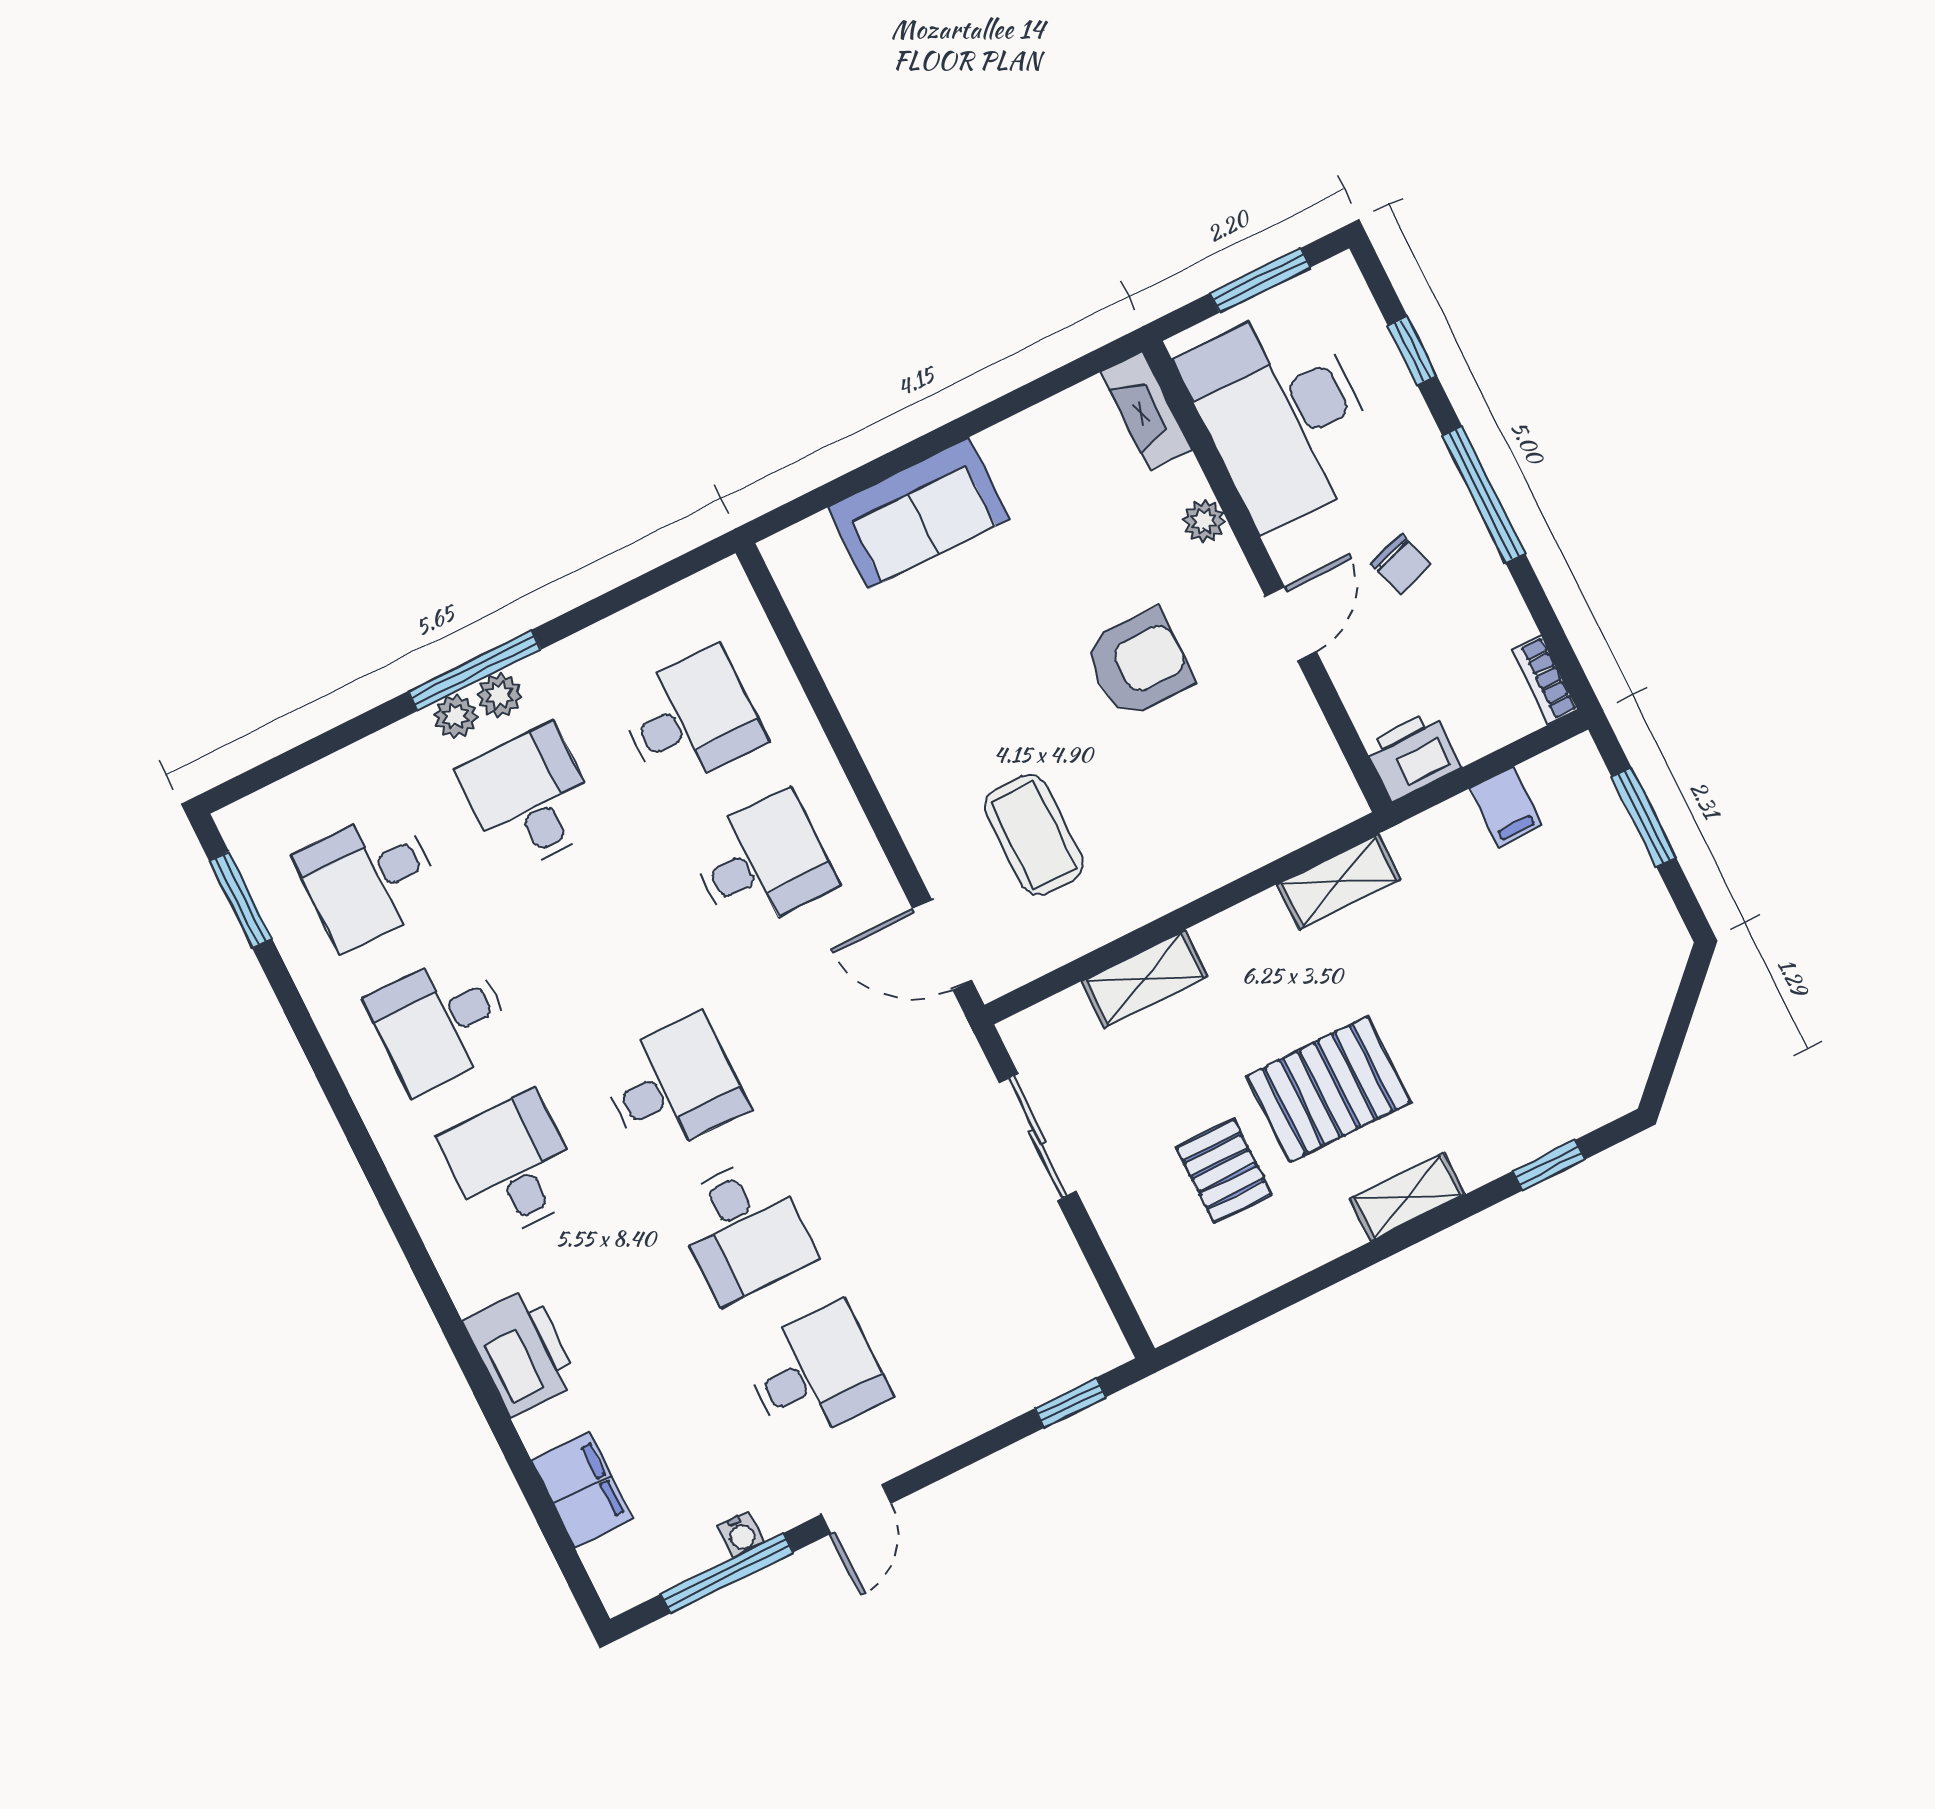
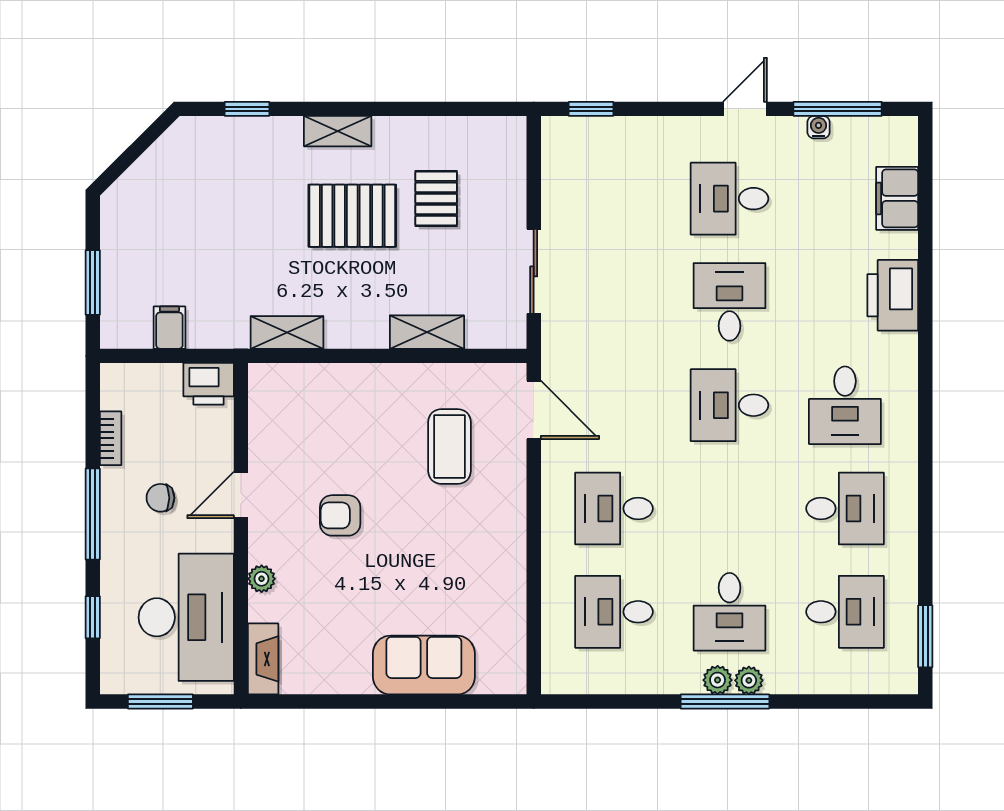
chair: (1401, 564) -> (160, 498), turned -72
armchair: (1139, 664) -> (340, 515), width x0.72, depth x0.72
bookcase: (1545, 680) -> (111, 438), moved

